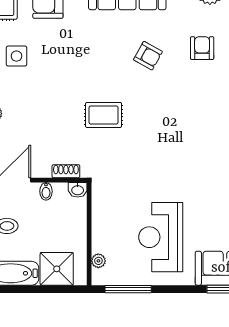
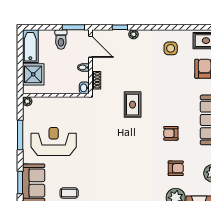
armchair: (148, 56) -> (171, 133), turned 61
plant: (98, 261) -> (27, 101), moved
window: (128, 289) -> (20, 135), moved

